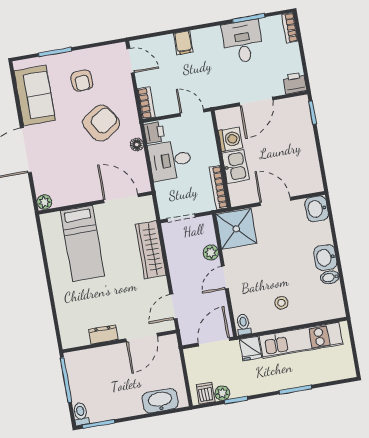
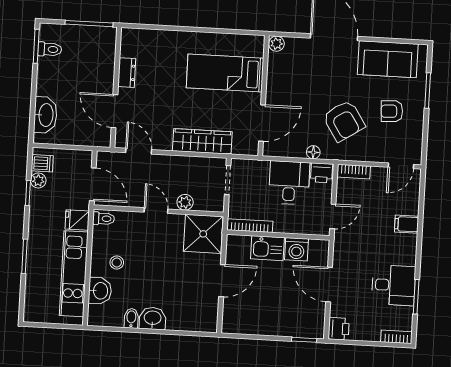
washbasin: (317, 209) -> (100, 291), moved, turned 90
toilet: (81, 414) -> (50, 49), moved

